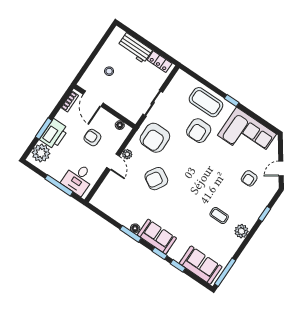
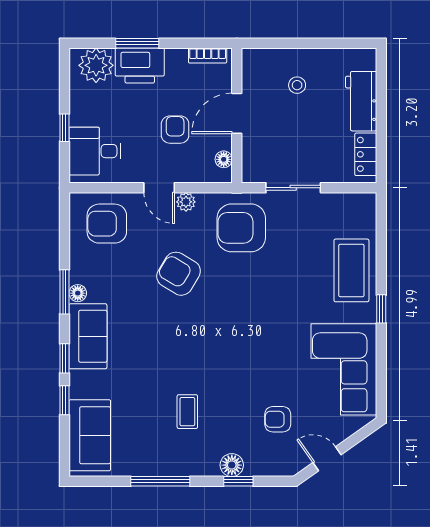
door: (93, 99) -> (237, 113), moved
armchair: (199, 131) -> (107, 224), moved
door: (113, 162) -> (159, 188), hinge flipped
window: (59, 185) -> (64, 128), width x0.46
floor lamp: (256, 212) -> (232, 465), added
plant: (241, 231) -> (187, 463), removed
window: (225, 272) -> (160, 481), moved

